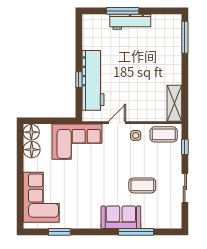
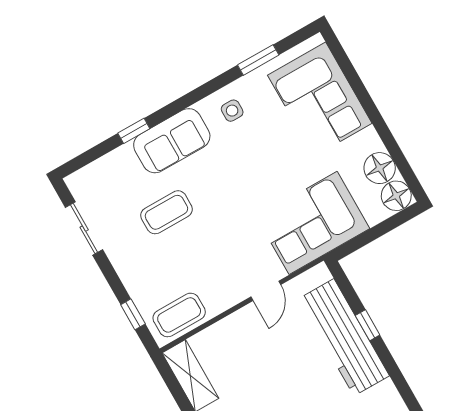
side table: (136, 135) -> (232, 111), moved
sliding door: (185, 188) -> (84, 229), moved
window: (136, 232) -> (134, 131), width x0.46

